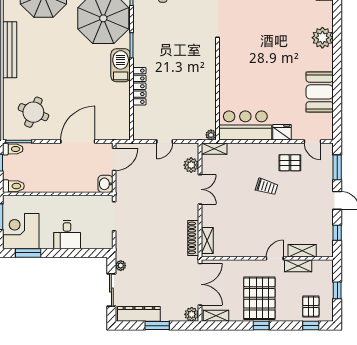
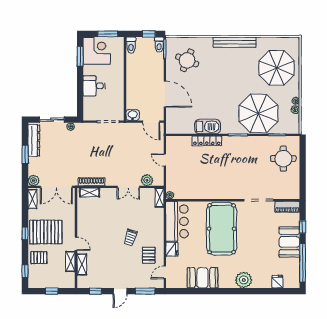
barbecue: (121, 65) -> (208, 127), moved
pool table: (255, 67) -> (222, 229), added
pallet: (311, 307) -> (39, 258), moved

